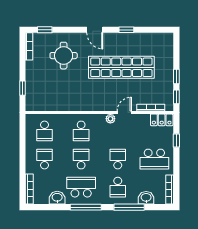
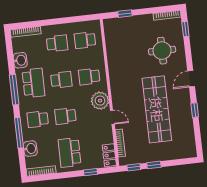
plant: (110, 119) -> (100, 101), width x1.88, depth x1.88
school desk: (118, 159) -> (65, 116), turned 180

